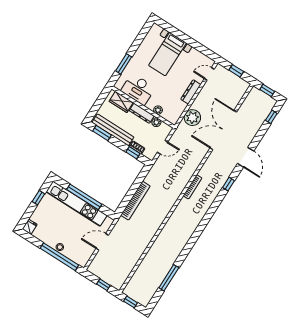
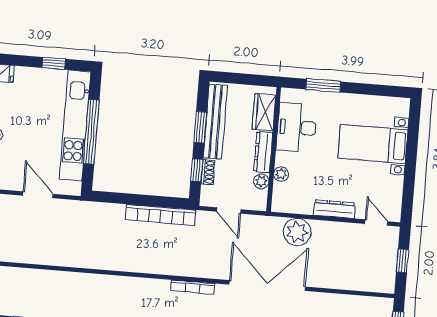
double door: (223, 130) -> (267, 286), moved
window: (102, 133) -> (200, 127), moved
bookcase: (135, 201) -> (160, 215), moved

